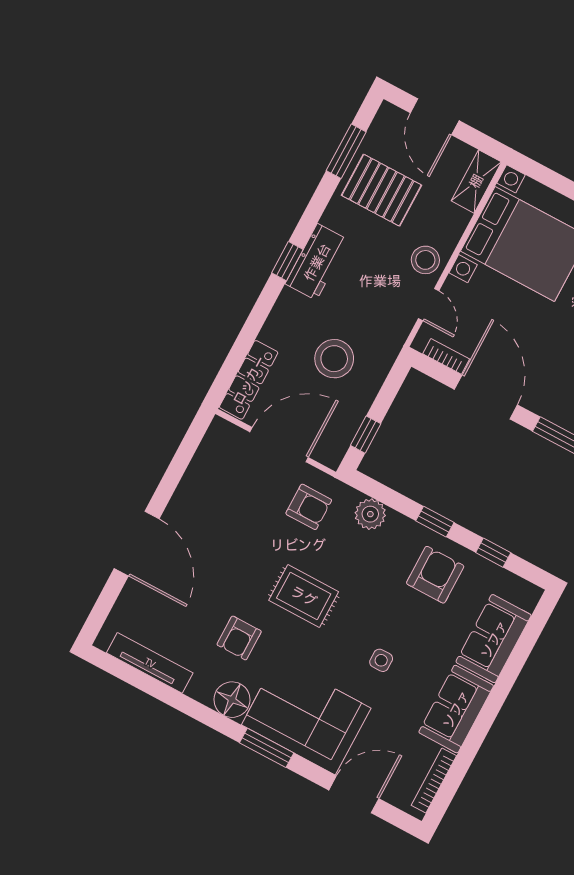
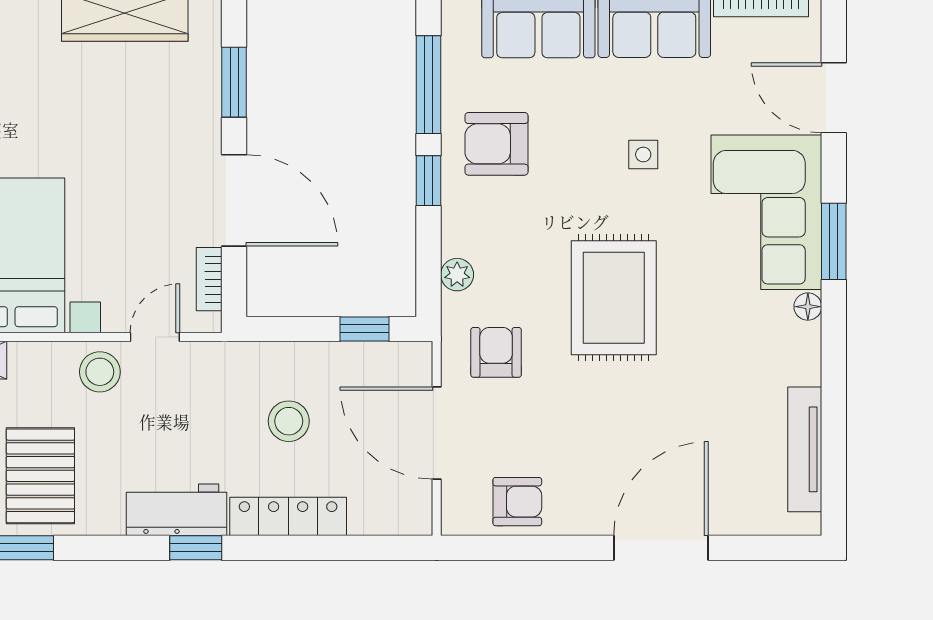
stool: (334, 359) -> (289, 421), width x0.73, depth x0.73
locker: (249, 380) -> (288, 516), moved
door: (486, 397) -> (234, 200), swing flipped
plant: (370, 514) -> (457, 275), width x0.73, depth x0.73
window: (493, 553) -> (429, 85), width x2.17
rug: (304, 596) -> (614, 298), width x1.36, depth x1.43
armchair: (239, 638) -> (517, 502), moved
floor lamp: (232, 700) -> (808, 307), width x0.53, depth x0.53

